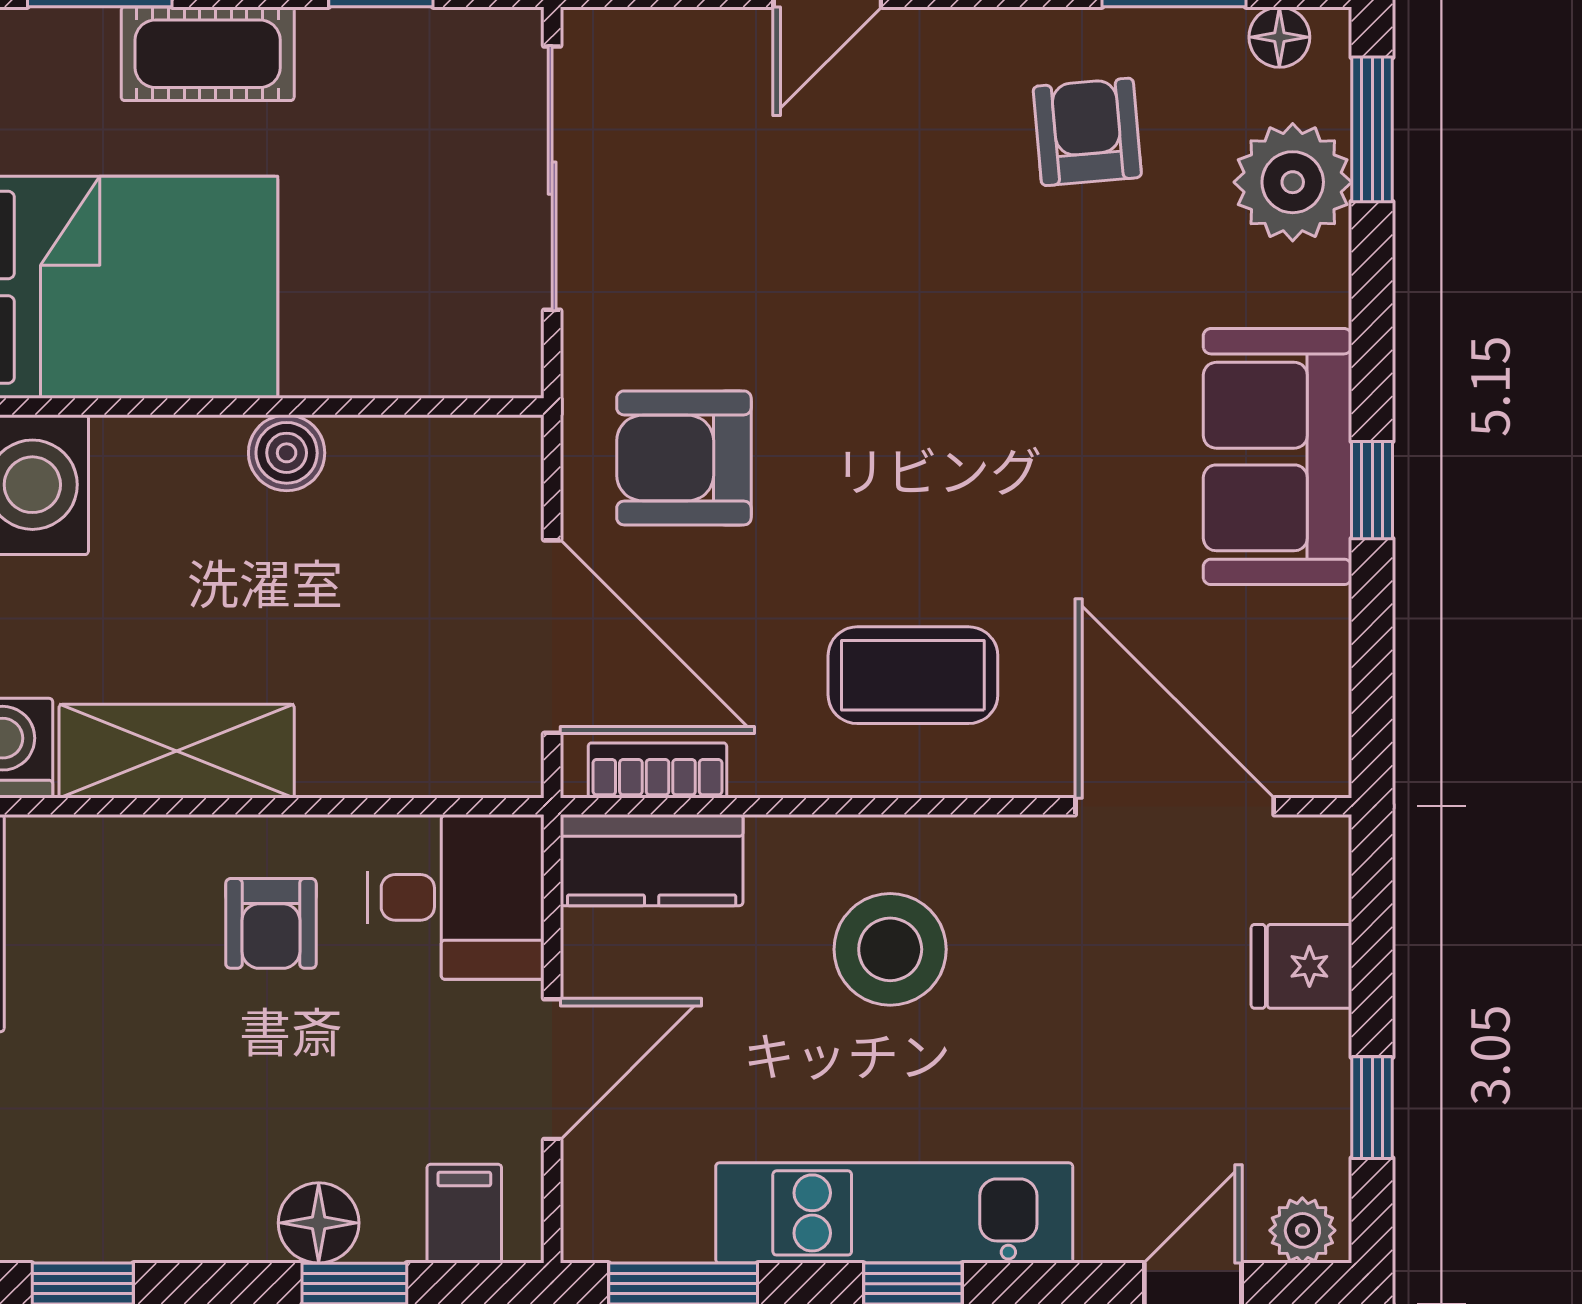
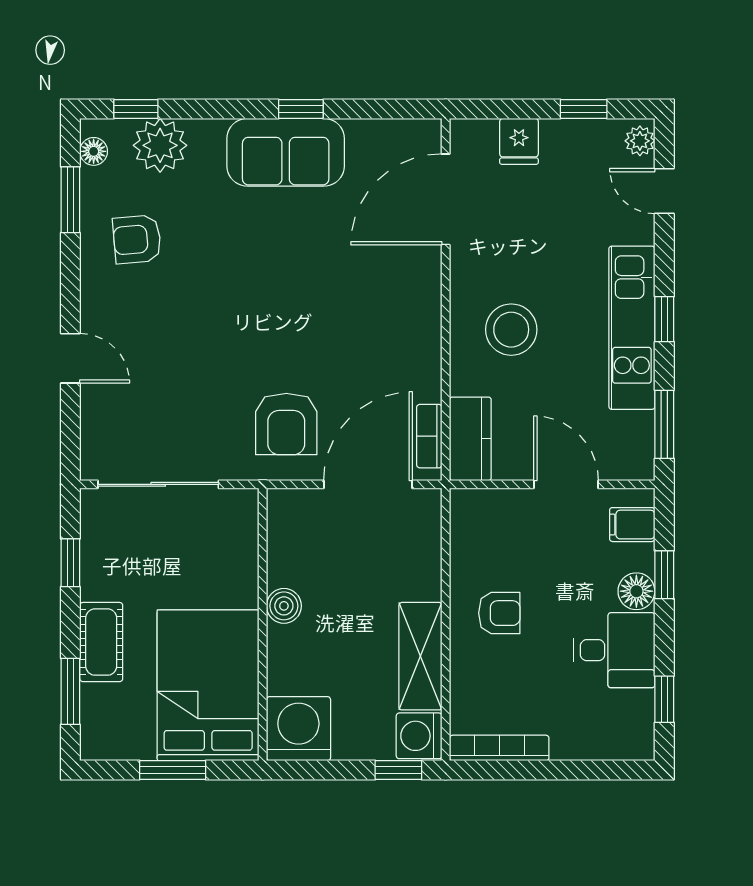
window: (1372, 129) -> (136, 109), width x0.67
coffee table: (913, 675) -> (386, 319), removed
desk: (456, 897) -> (614, 650), moved, turned 90

